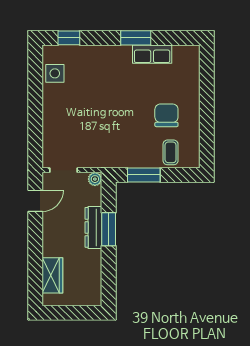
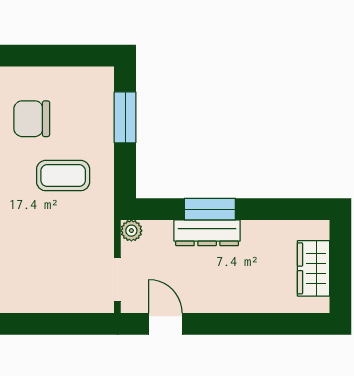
coffee table: (171, 152) -> (63, 176), moved, width x1.36, depth x1.30
window: (144, 175) -> (125, 117), moved
wardrobe: (52, 275) -> (314, 268), moved, turned -90

